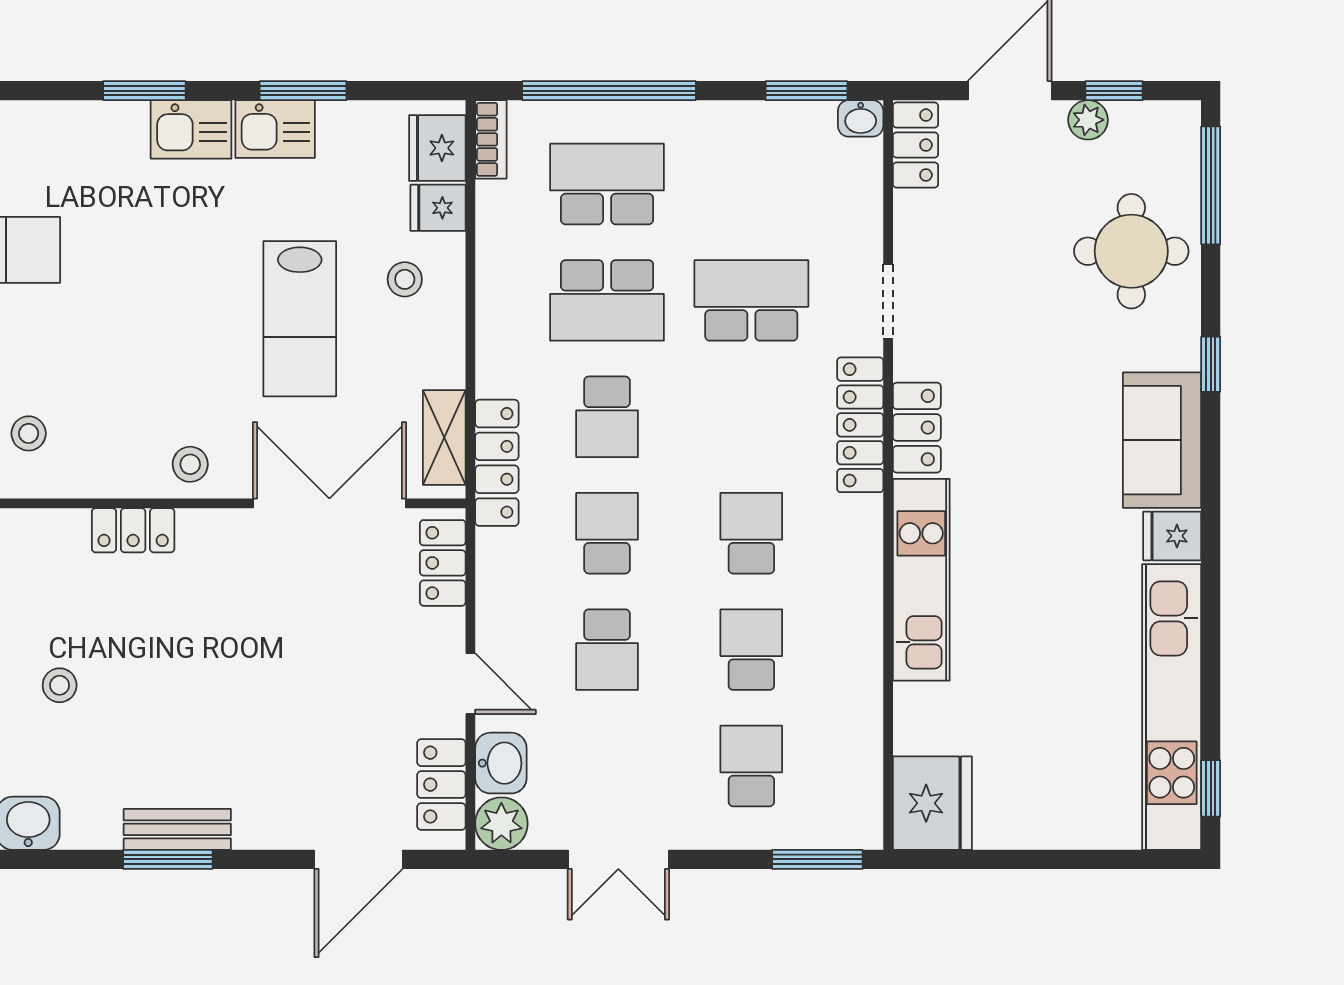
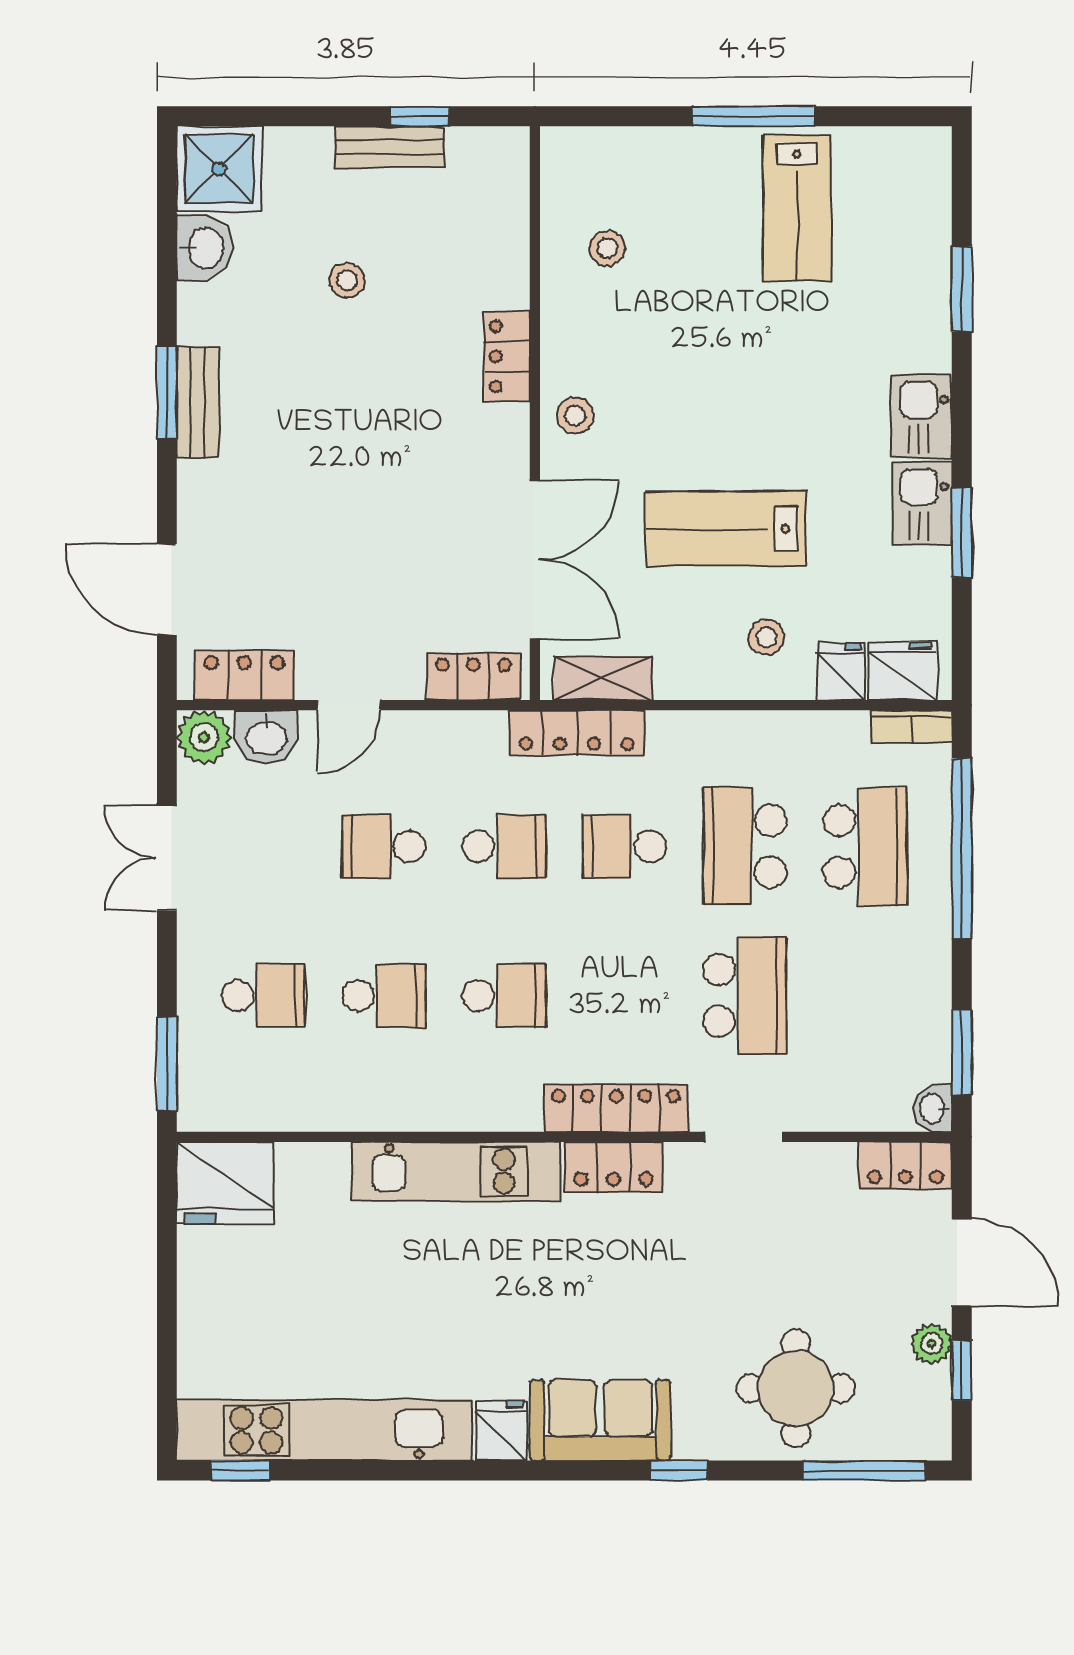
window: (144, 91) -> (962, 289), moved

